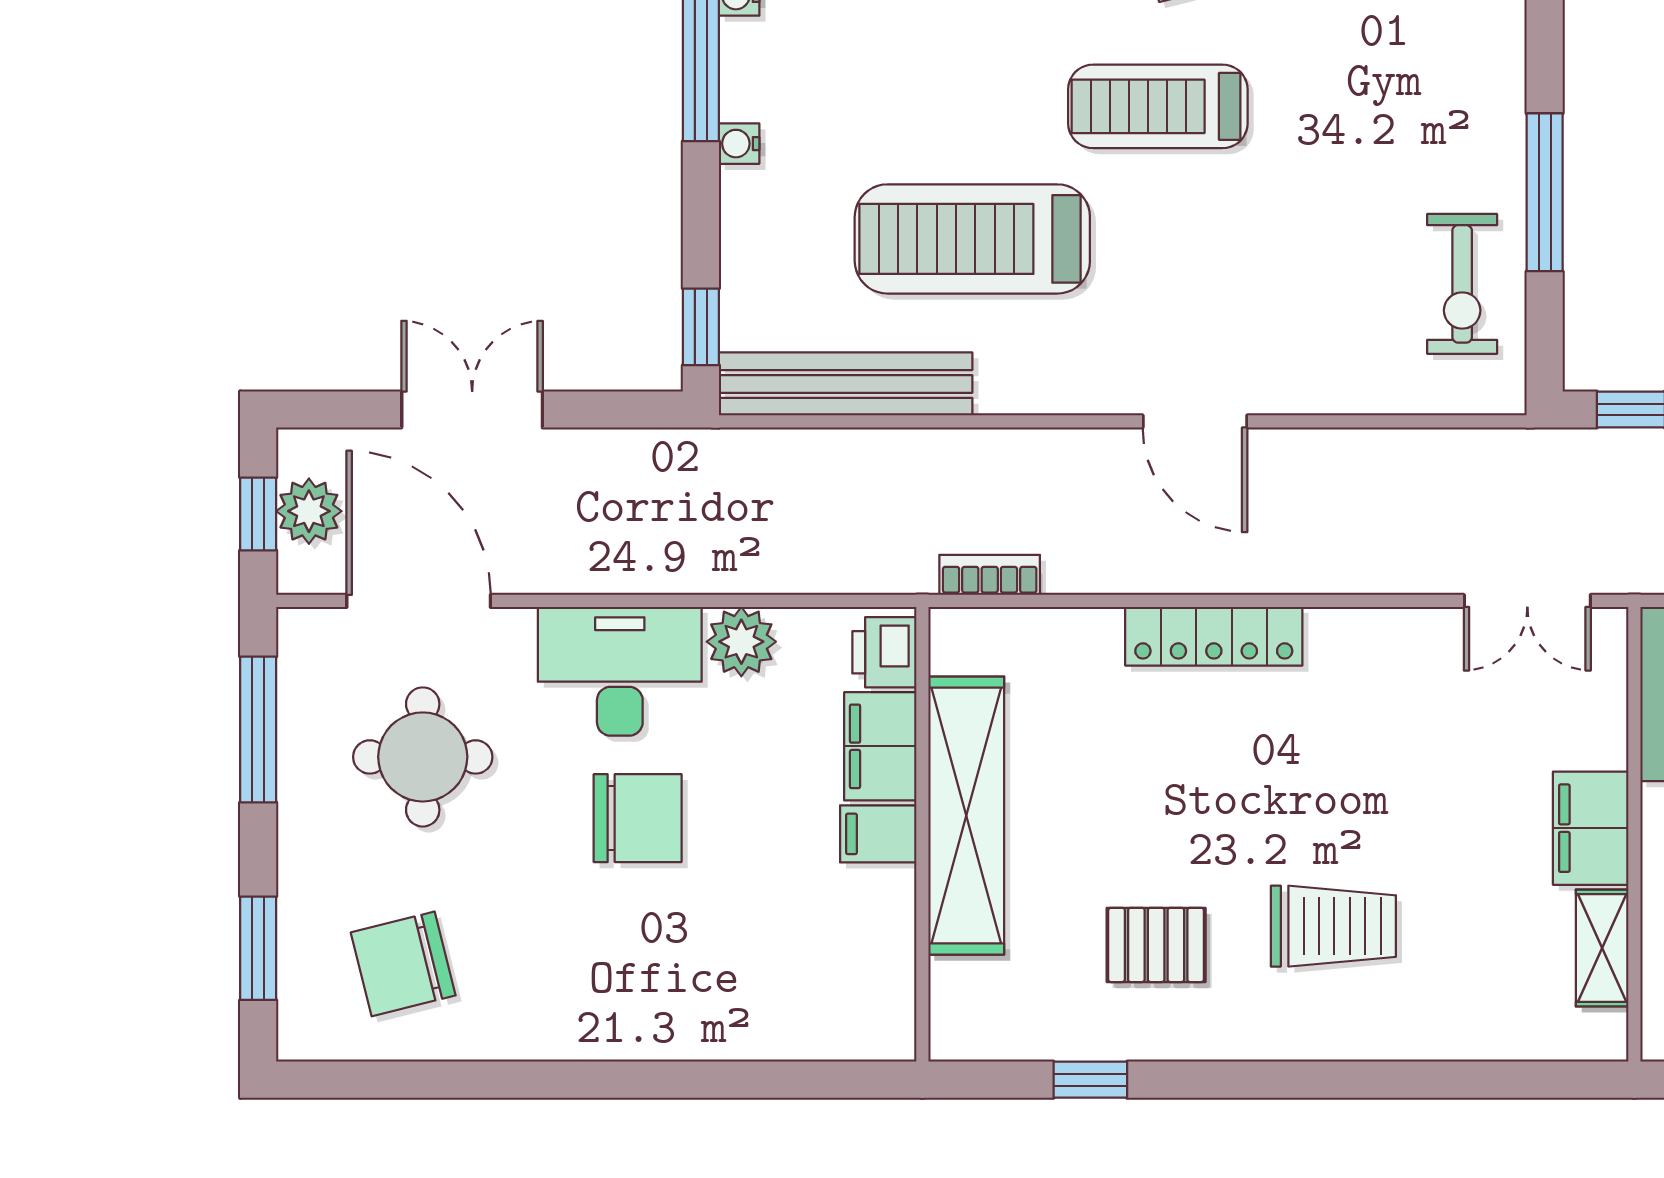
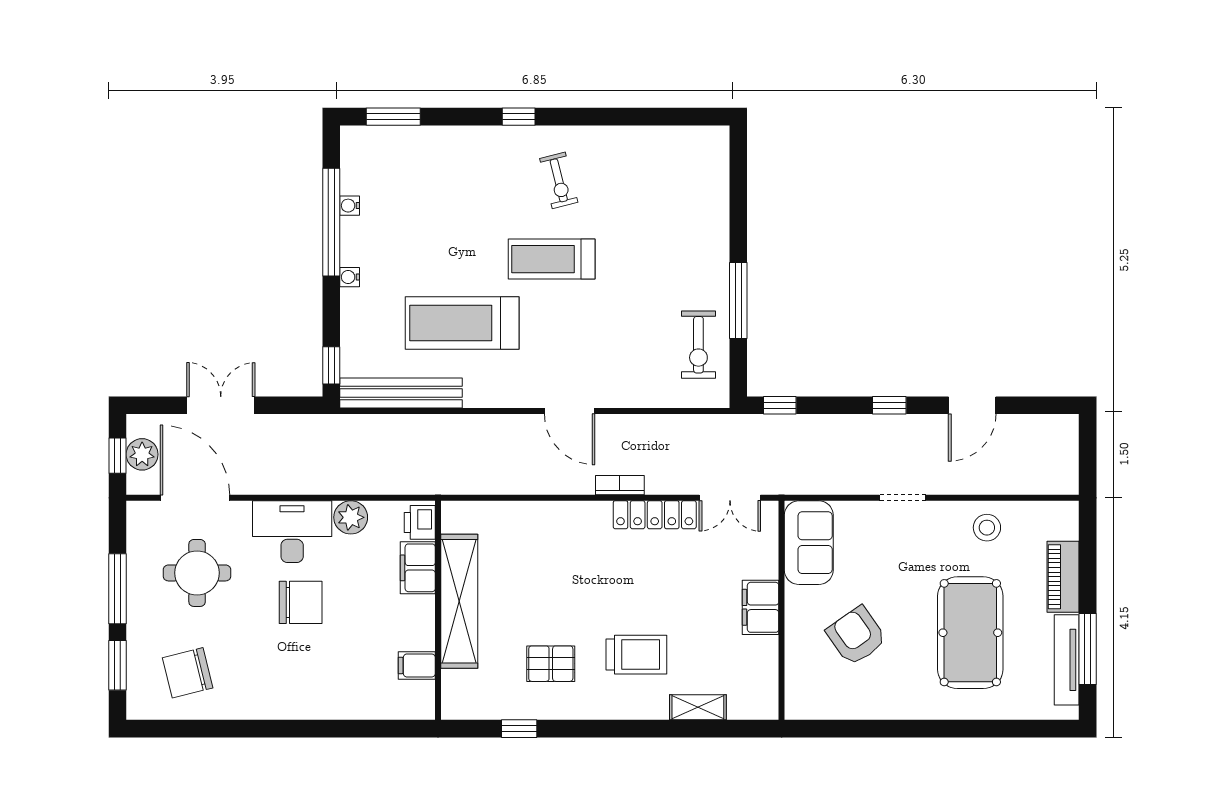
bookcase: (990, 575) -> (620, 485), moved
locker: (1214, 636) -> (655, 515), moved
window: (258, 729) -> (118, 589), moved
filing cabinet: (878, 834) -> (417, 665), moved
shelving: (1602, 948) -> (698, 707), moved, turned 90

